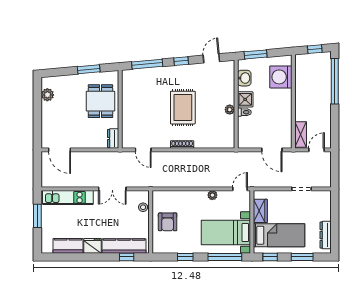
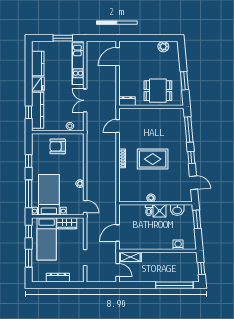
washing machine: (281, 77) -> (178, 245), width x0.53, depth x0.53
dresser: (326, 235) -> (58, 278), moved

